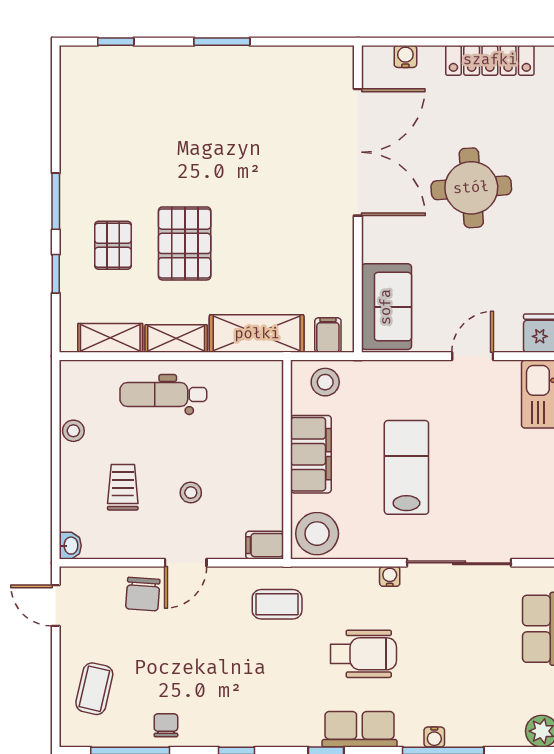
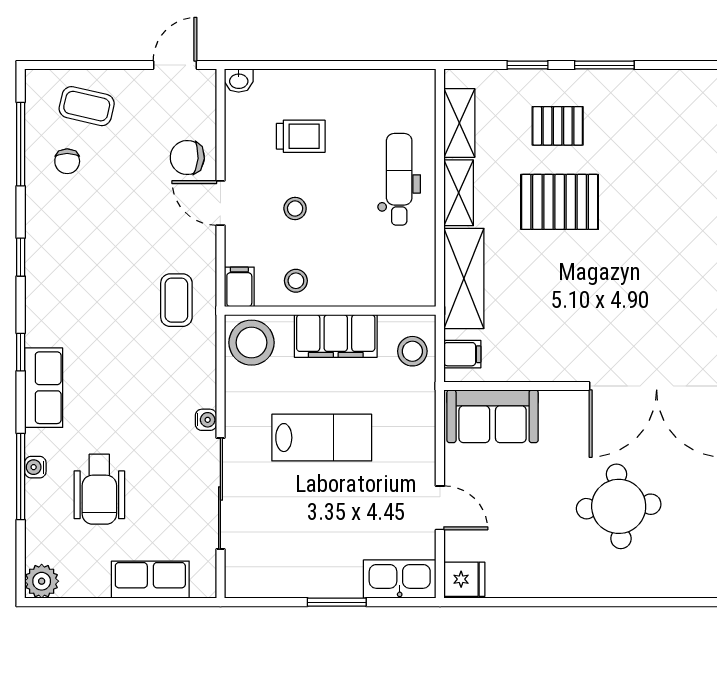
stool: (73, 431) -> (296, 281), moved
wheelchair: (363, 654) -> (99, 489), moved
chair: (166, 725) -> (67, 161), moved, turned 90

